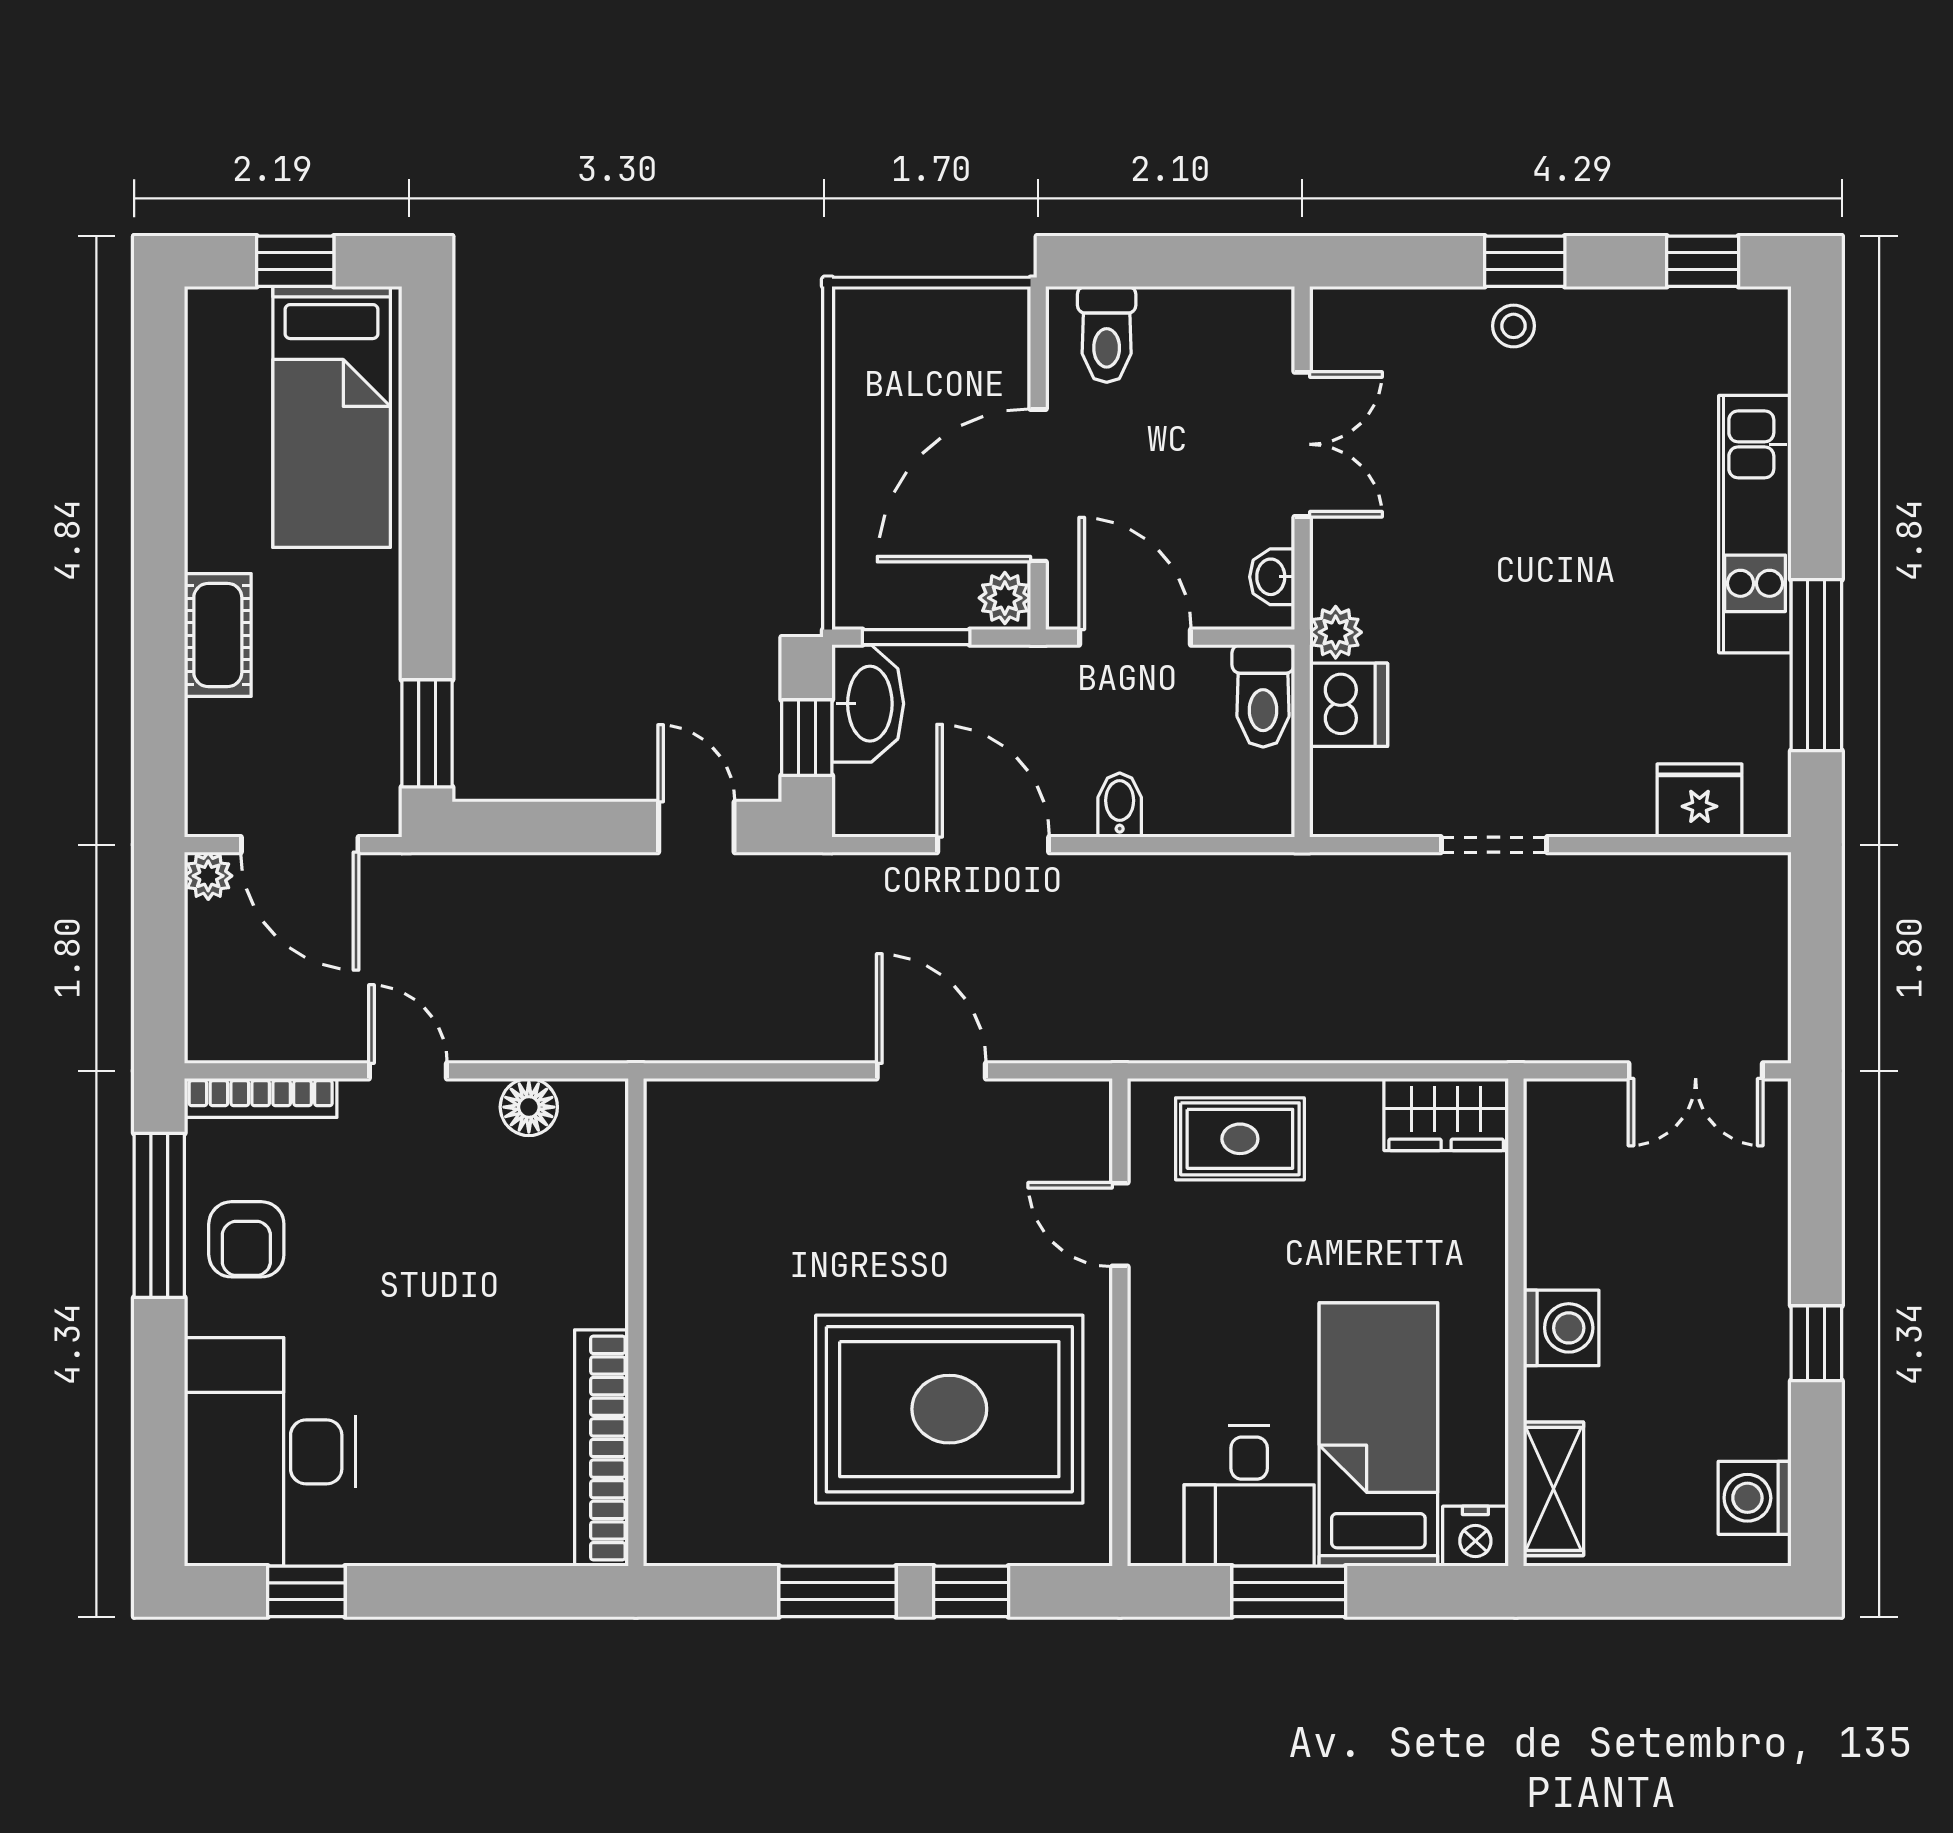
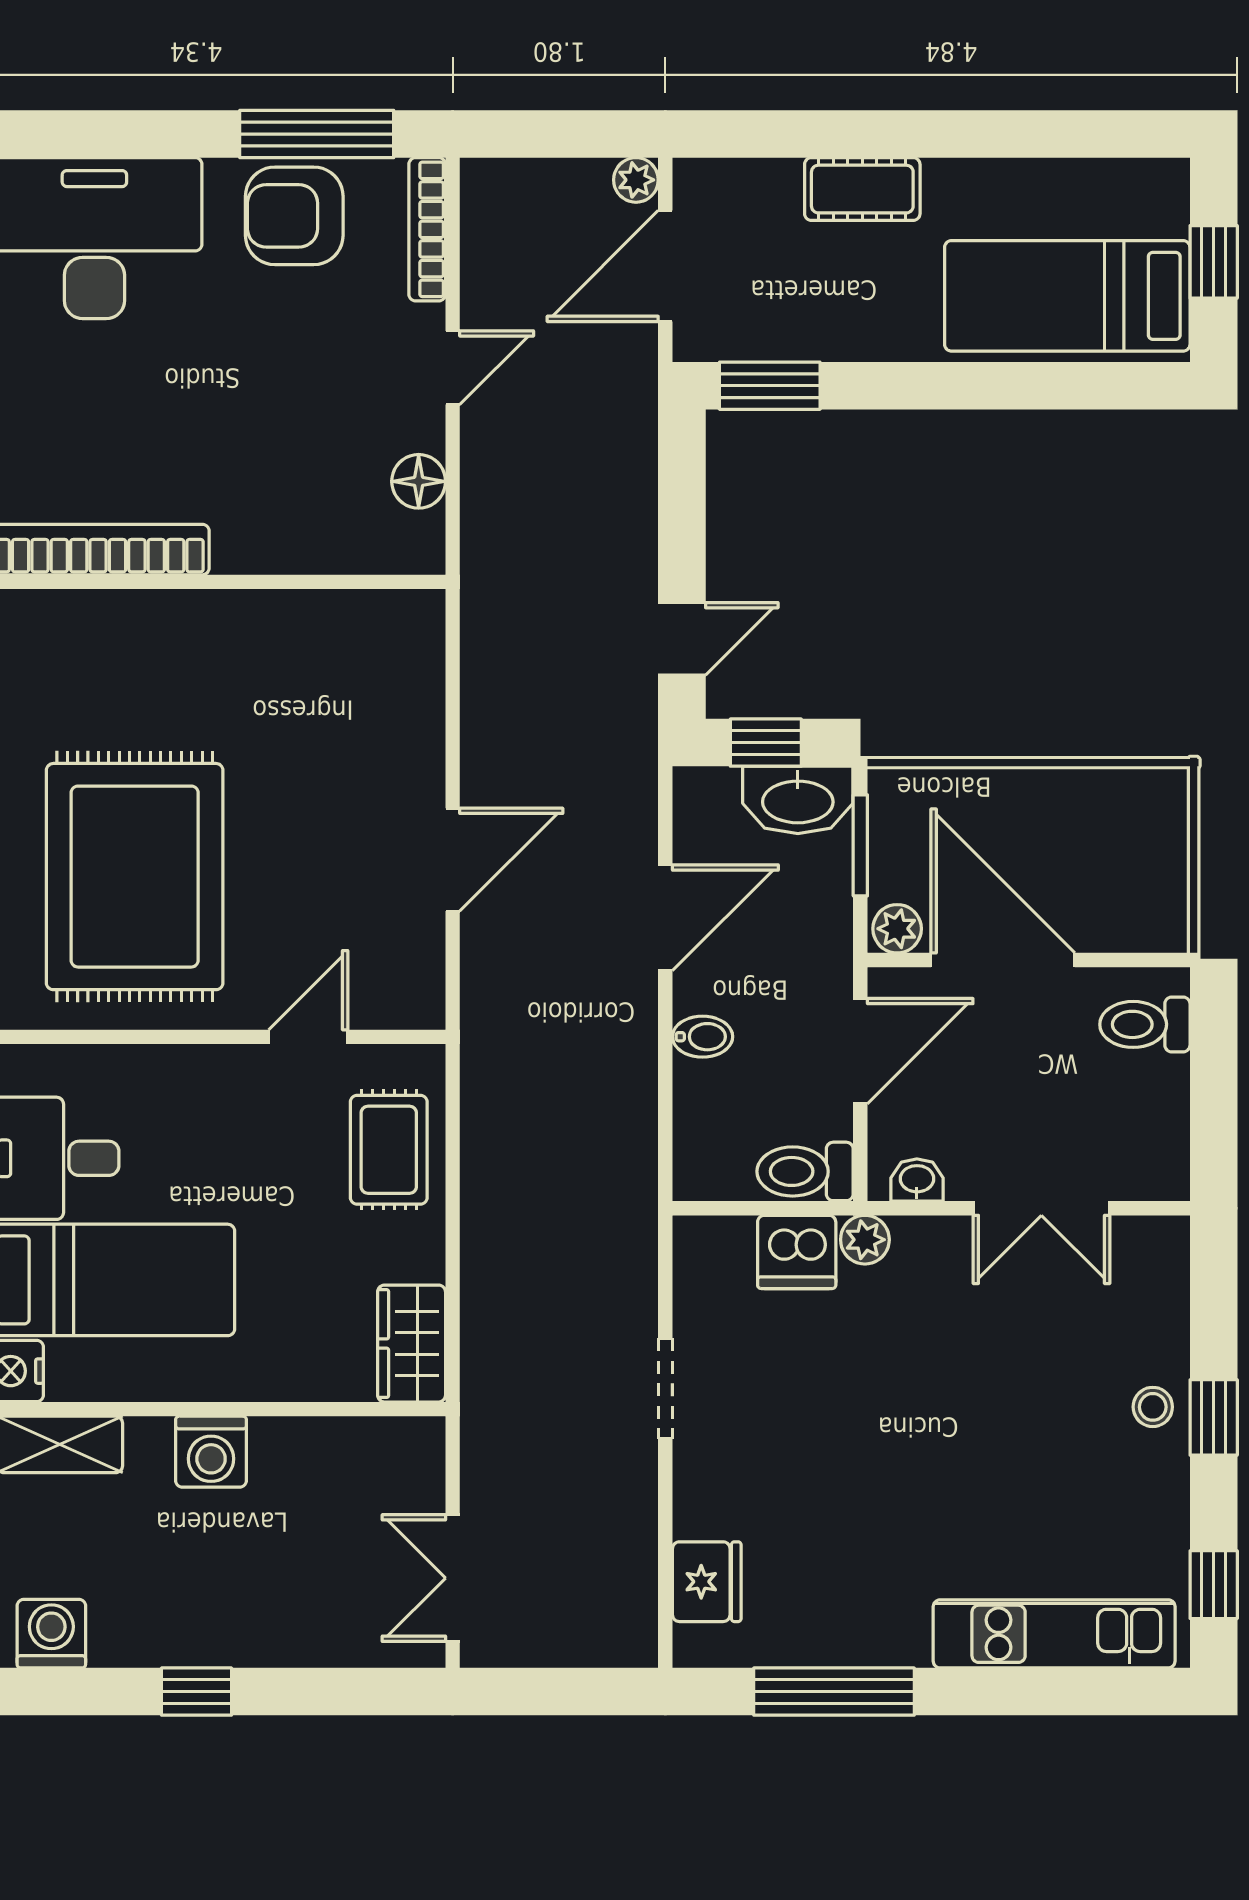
kitchen unit: (1755, 524) -> (1054, 1634), moved
armchair: (246, 1239) -> (294, 216), width x1.38, depth x1.38

